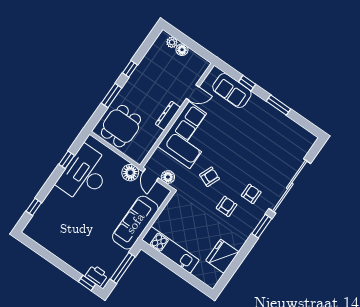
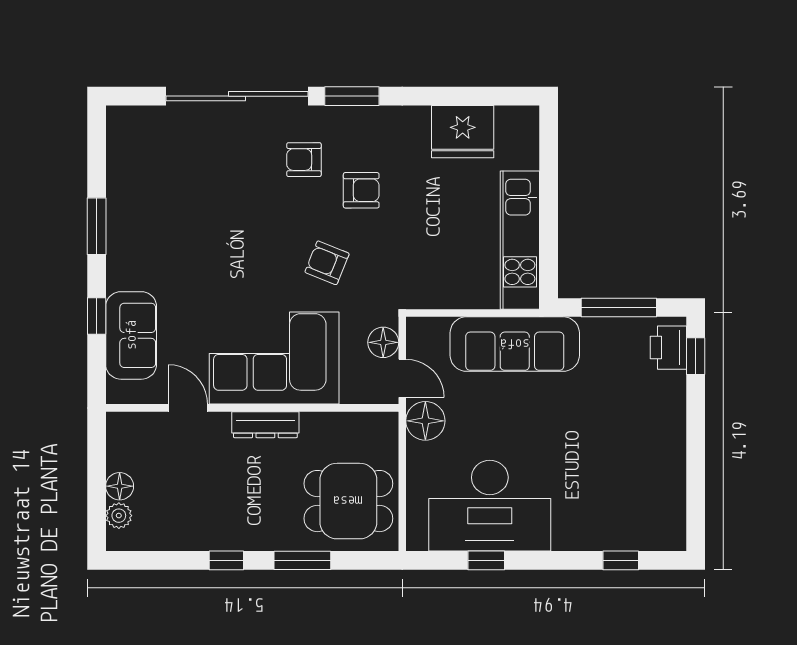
door: (151, 175) -> (402, 378), hinge flipped
armchair: (227, 206) -> (361, 190), turned 180

